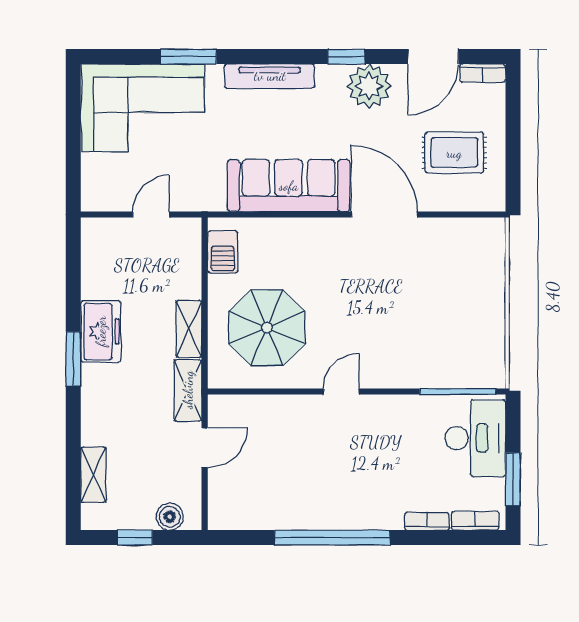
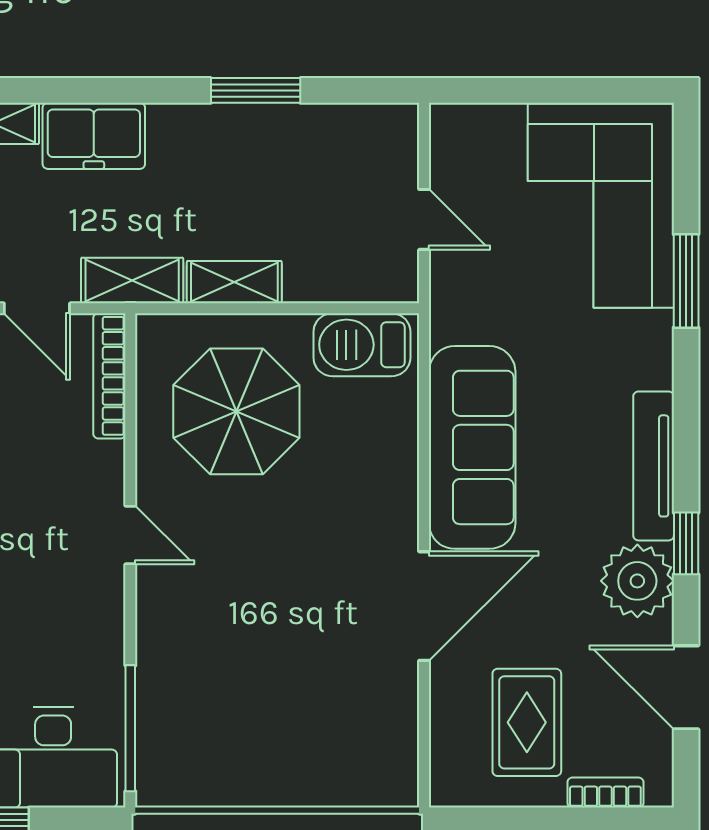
bookcase: (483, 73) -> (605, 793), moved, turned 90
tv unit: (270, 76) -> (654, 466), moved
barbecue: (223, 252) -> (362, 345), width x1.38, depth x1.27
freezer: (101, 331) -> (94, 136), moved
window: (73, 359) -> (256, 90), moved
bookcase: (245, 404) -> (109, 376), added

